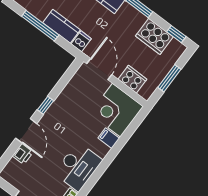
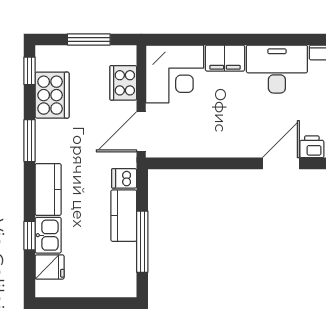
window: (46, 105) -> (233, 163), removed
filing cabinet: (109, 138) -> (225, 58), width x2.00

